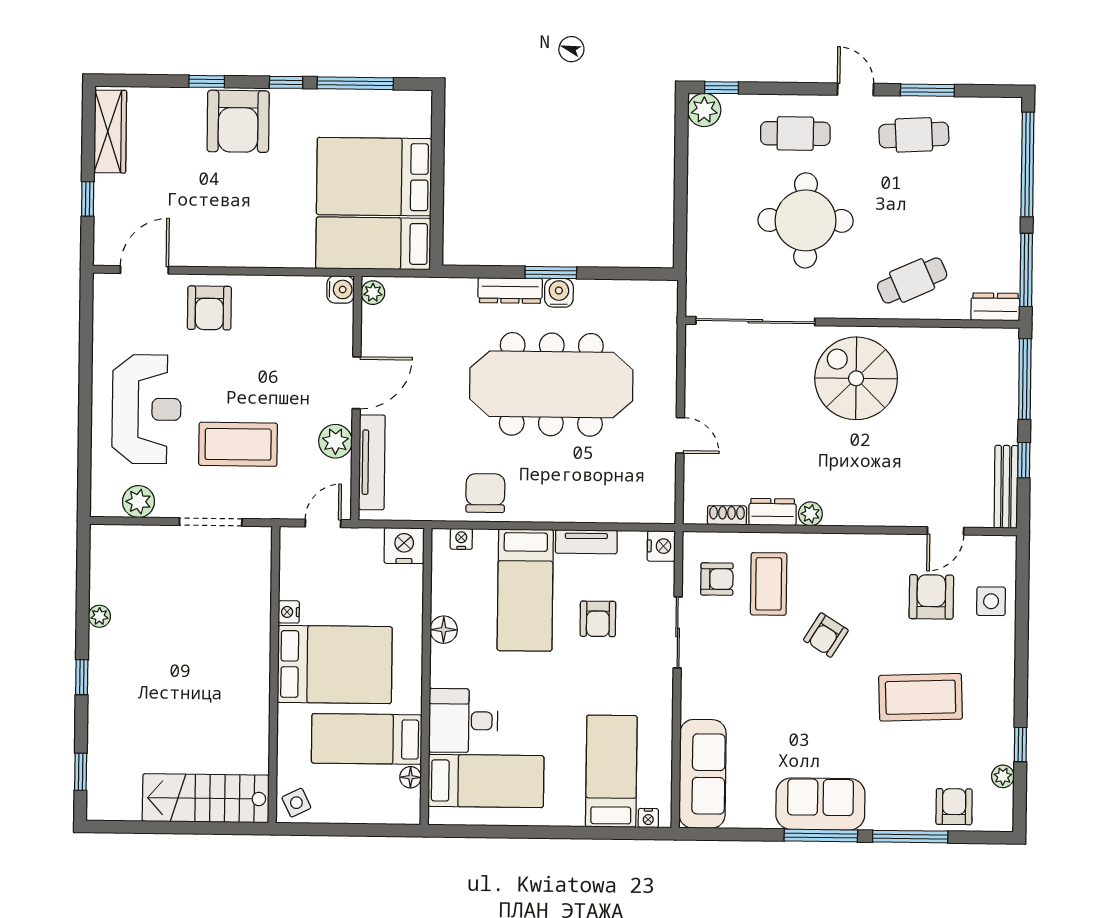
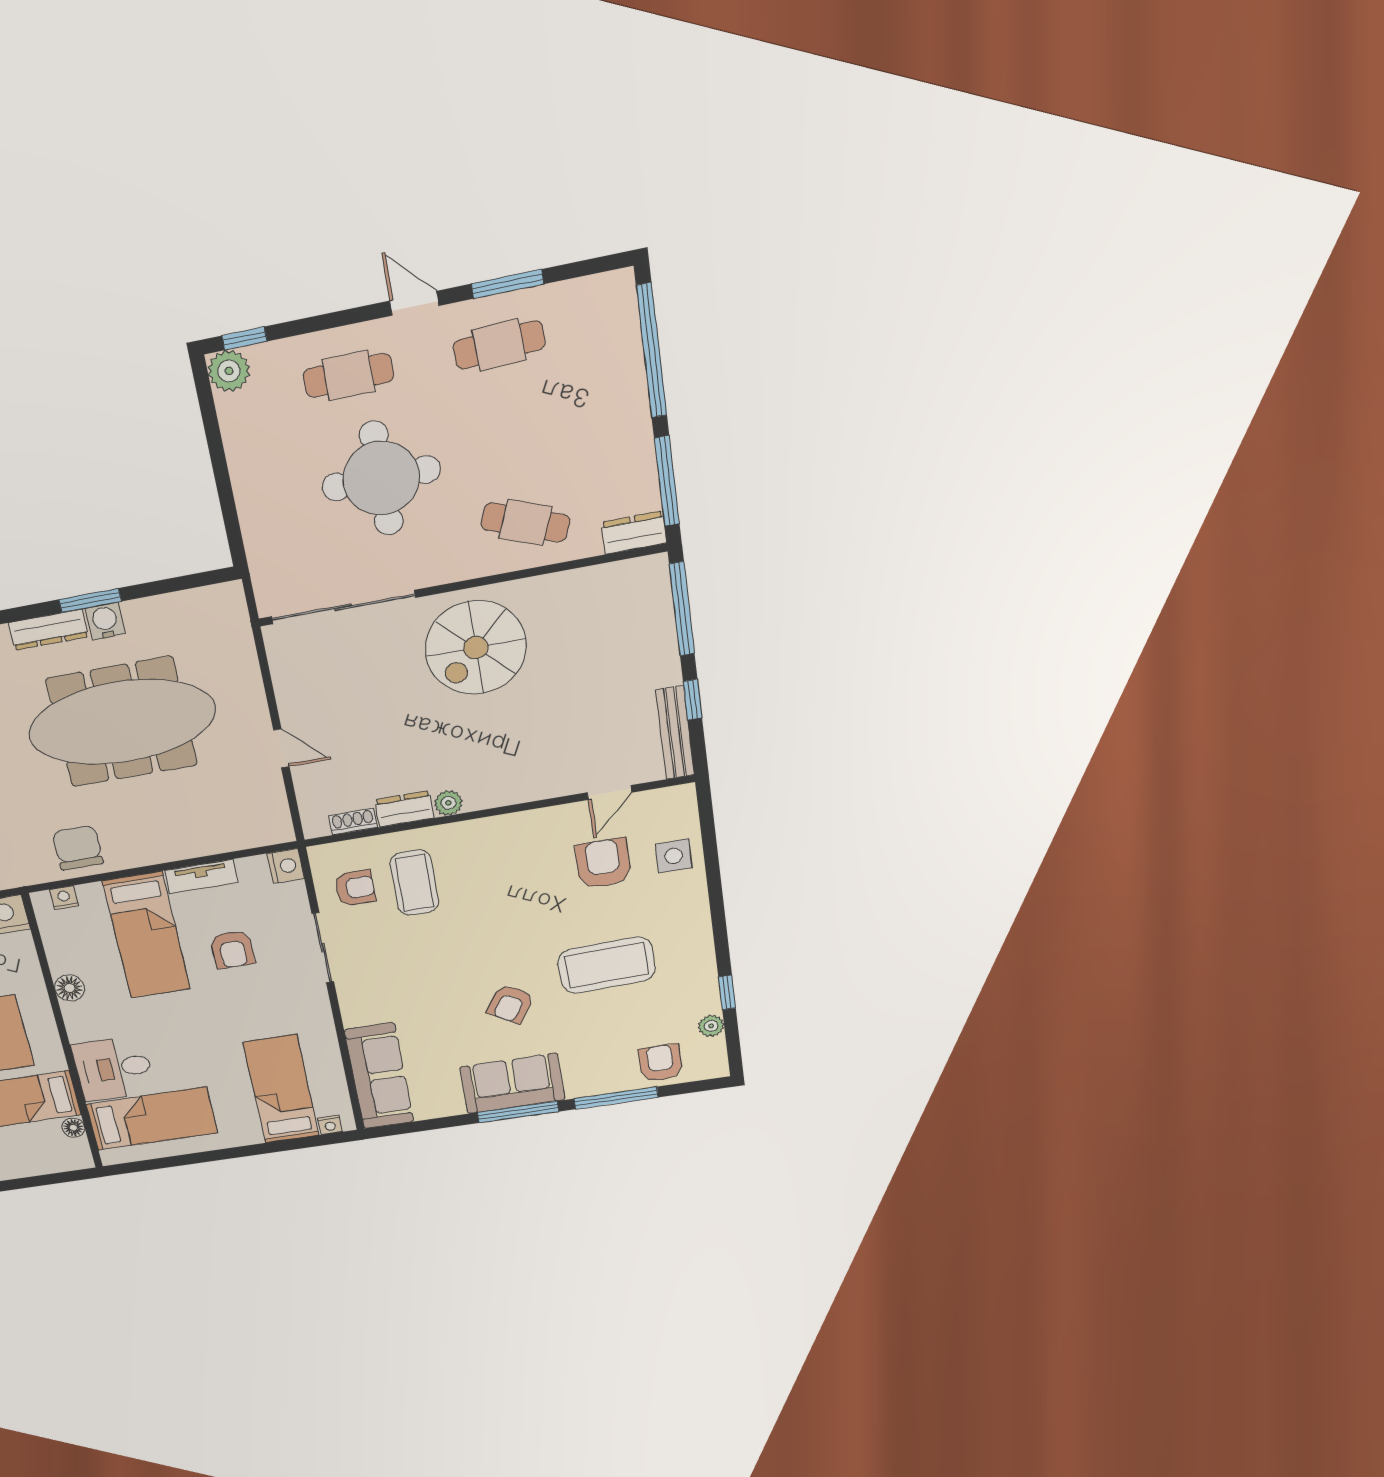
cafe table: (912, 281) -> (525, 522), turned 45
spiral stairs: (856, 378) -> (476, 648), turned -90
armchair: (826, 635) -> (510, 1004), moved

